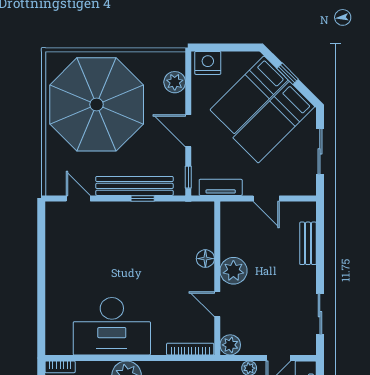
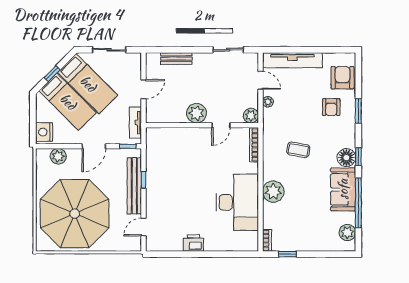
floor lamp: (205, 259) -> (188, 134), removed
printer: (56, 267) -> (193, 243), added

